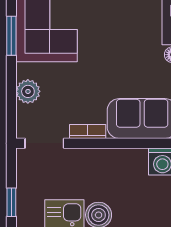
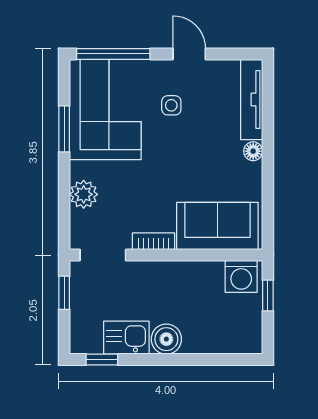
side table: (103, 16) -> (171, 105), added
window: (11, 202) -> (64, 293), moved

